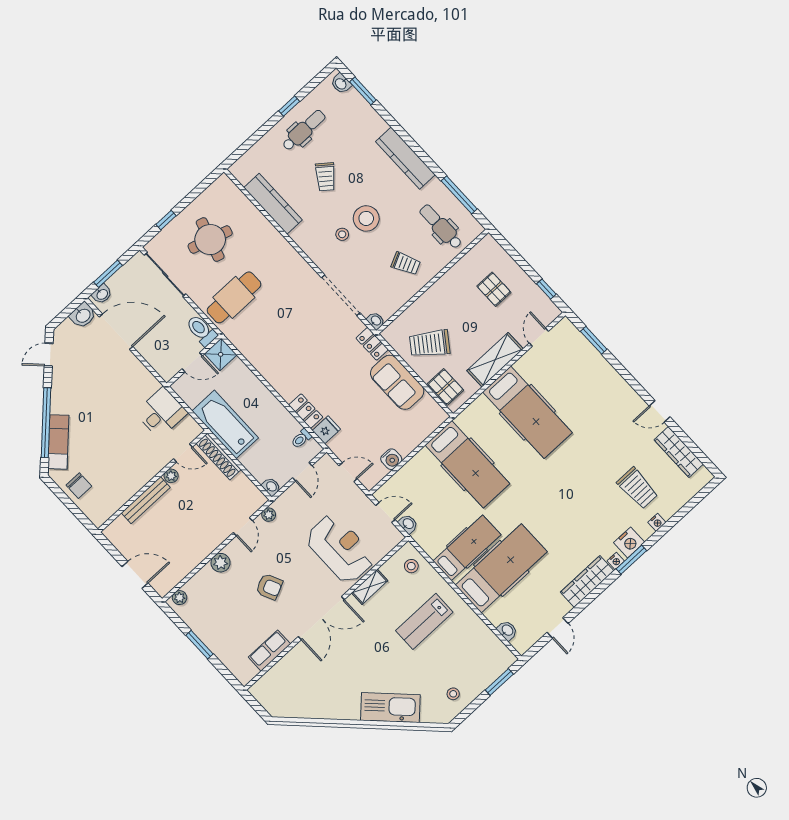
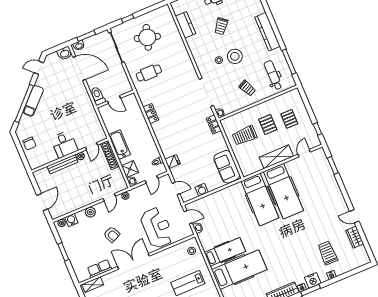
kitchen counter: (273, 204) -> (185, 25), width x0.67
cafe table: (234, 297) -> (149, 73), width x0.73, depth x0.74
toilet: (201, 330) -> (98, 96), moved
trolley: (430, 344) -> (245, 135), turned -36
shower: (221, 354) -> (130, 169), moved
sofa: (397, 382) -> (227, 167), moved
pallet: (446, 387) -> (268, 124), moved
locker: (306, 411) -> (151, 114), moved
desk: (161, 413) -> (64, 144), moved, turned 90
bathtub: (225, 424) -> (119, 145), width x0.73, depth x0.73
exam couch: (58, 442) -> (33, 101), moved
wardrobe: (679, 452) -> (355, 237), width x0.67
door: (183, 453) -> (91, 146), hinge flipped
hospital bed: (467, 464) -> (260, 199), moved
trolley: (637, 488) -> (328, 253), turned 180
door: (135, 575) -> (42, 202), hinge flipped
water cooler: (194, 587) -> (71, 220), added
shelving: (370, 587) -> (93, 285), moved
double door: (321, 618) -> (133, 261), swing flipped

